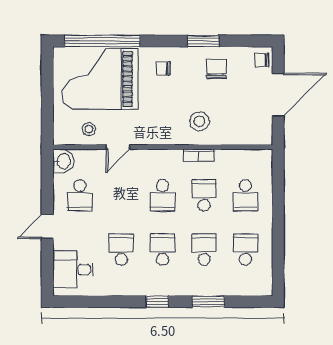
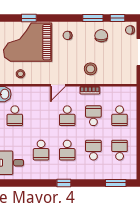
window: (102, 41) -> (29, 18), width x0.32
window: (242, 41) -> (117, 18), added
door: (118, 147) -> (58, 85), moved
school desk: (121, 250) -> (41, 150), turned 180
school desk: (163, 250) -> (67, 150), turned 180
window: (208, 302) -> (116, 183), moved

